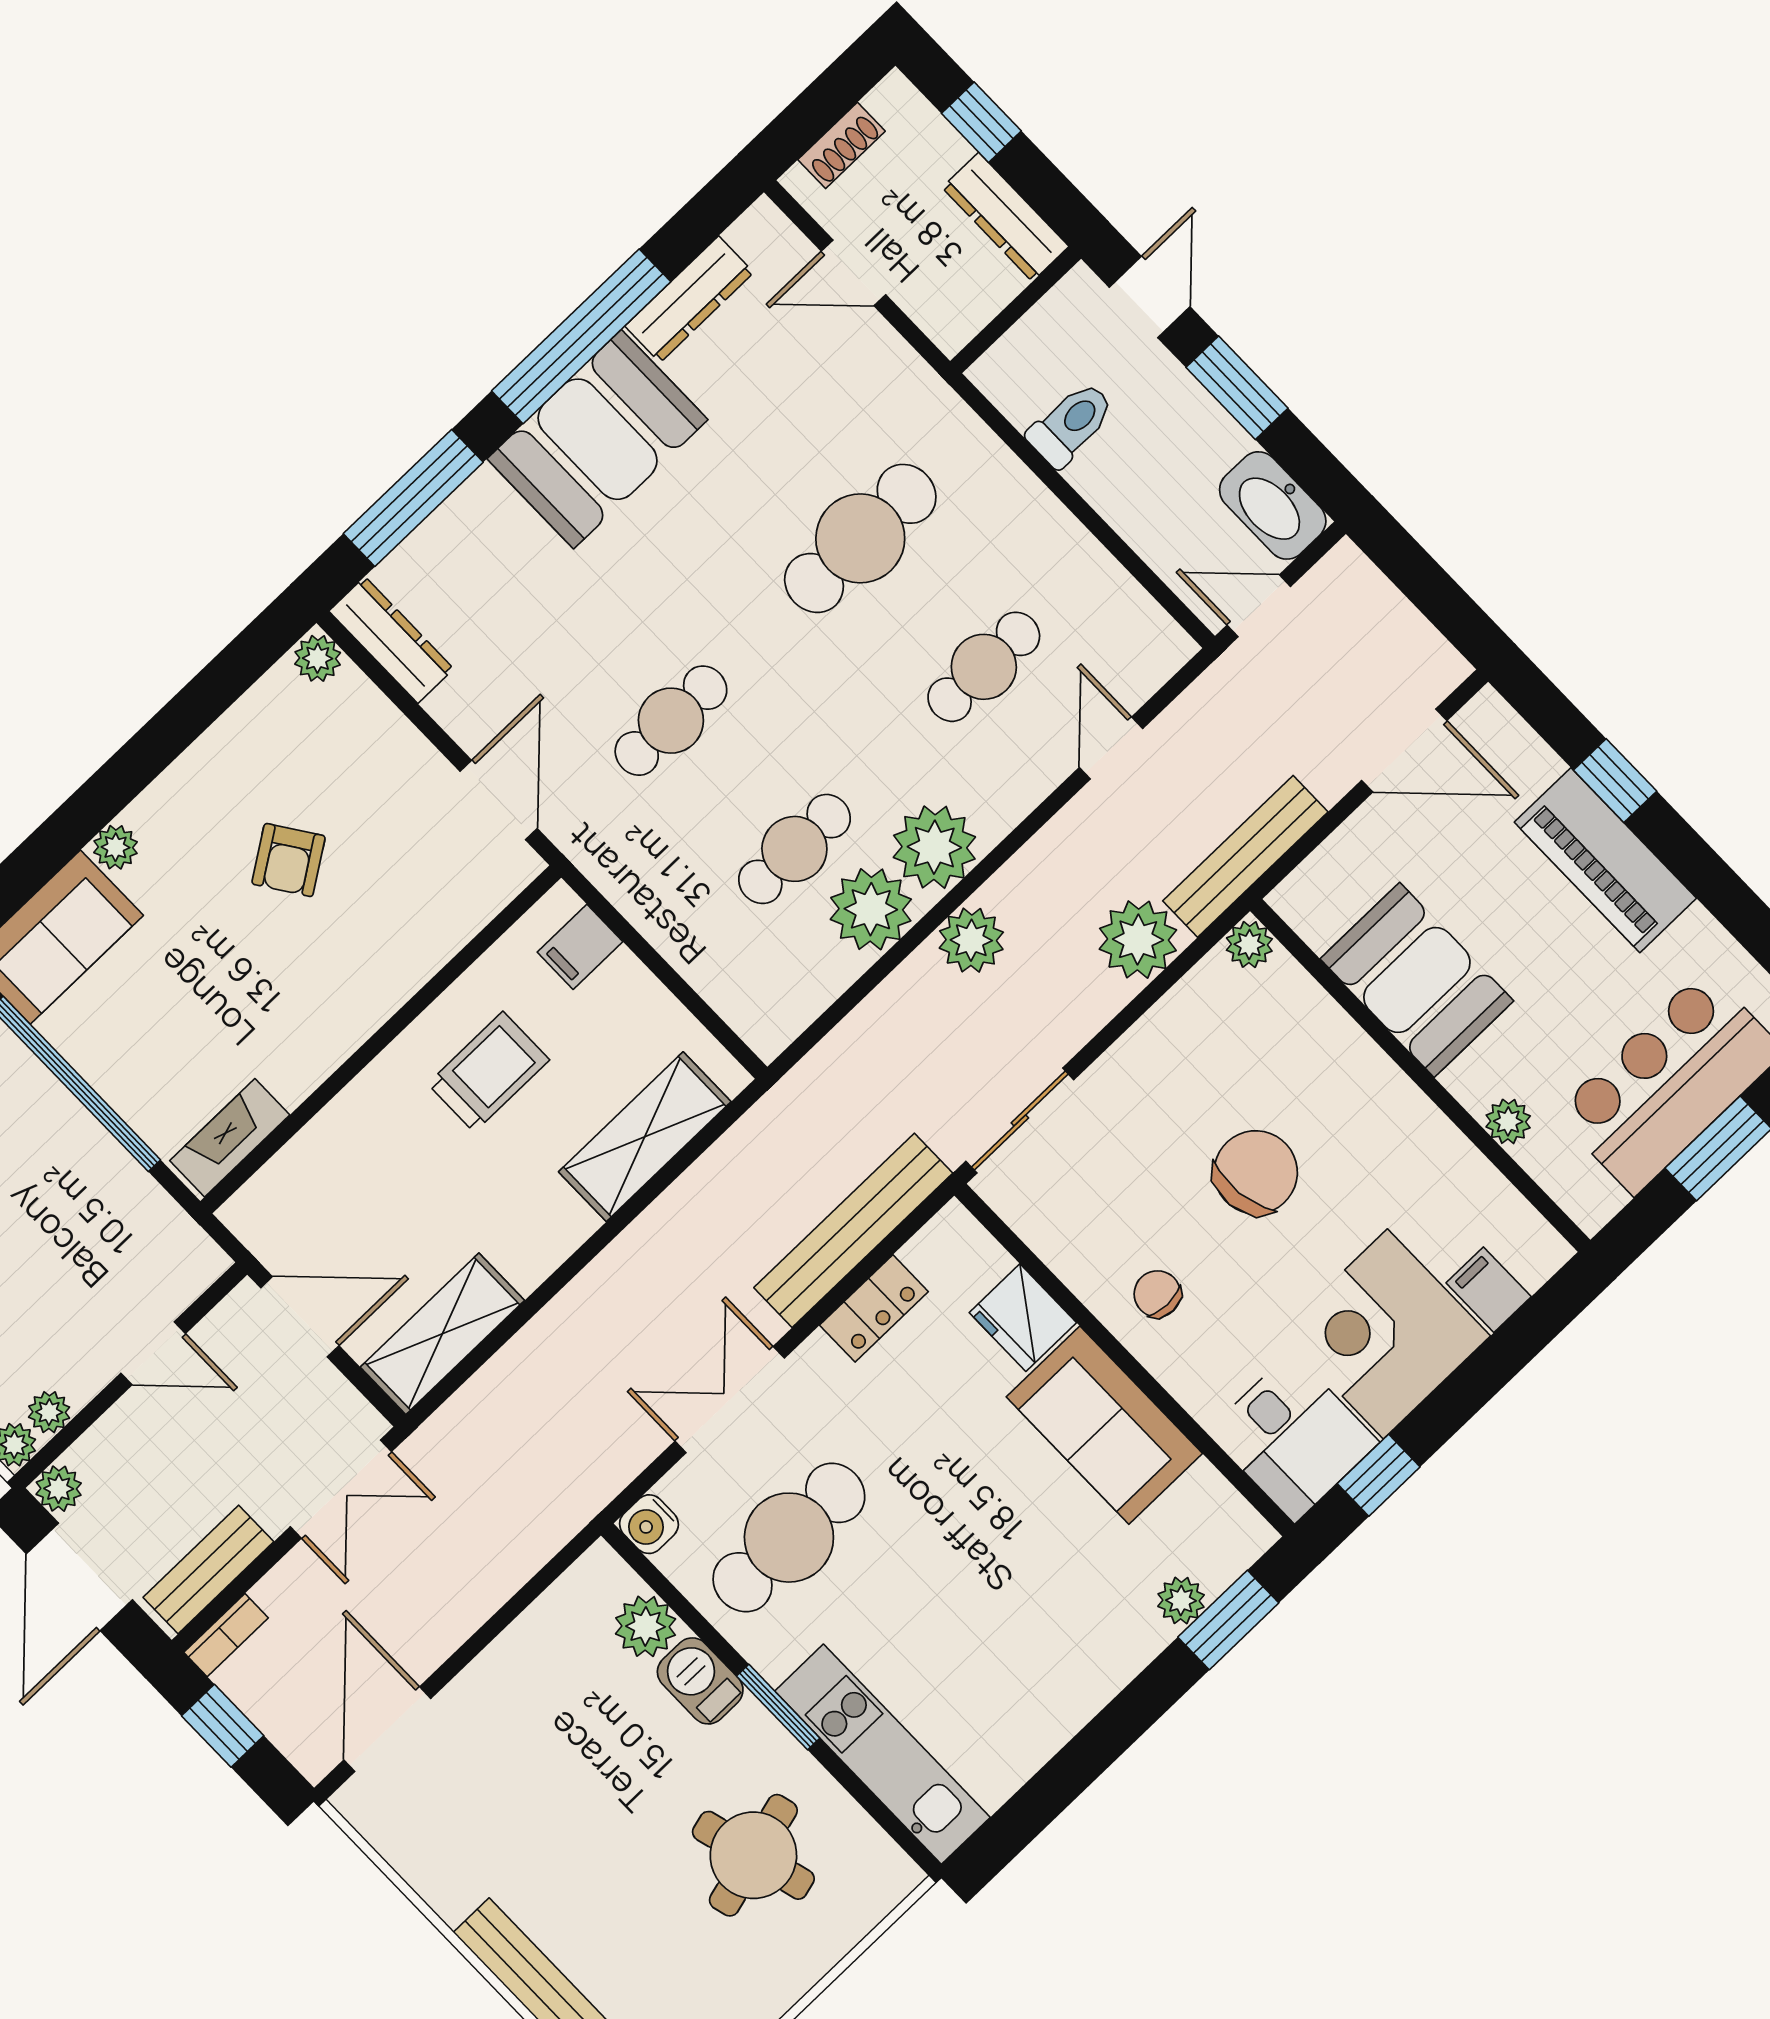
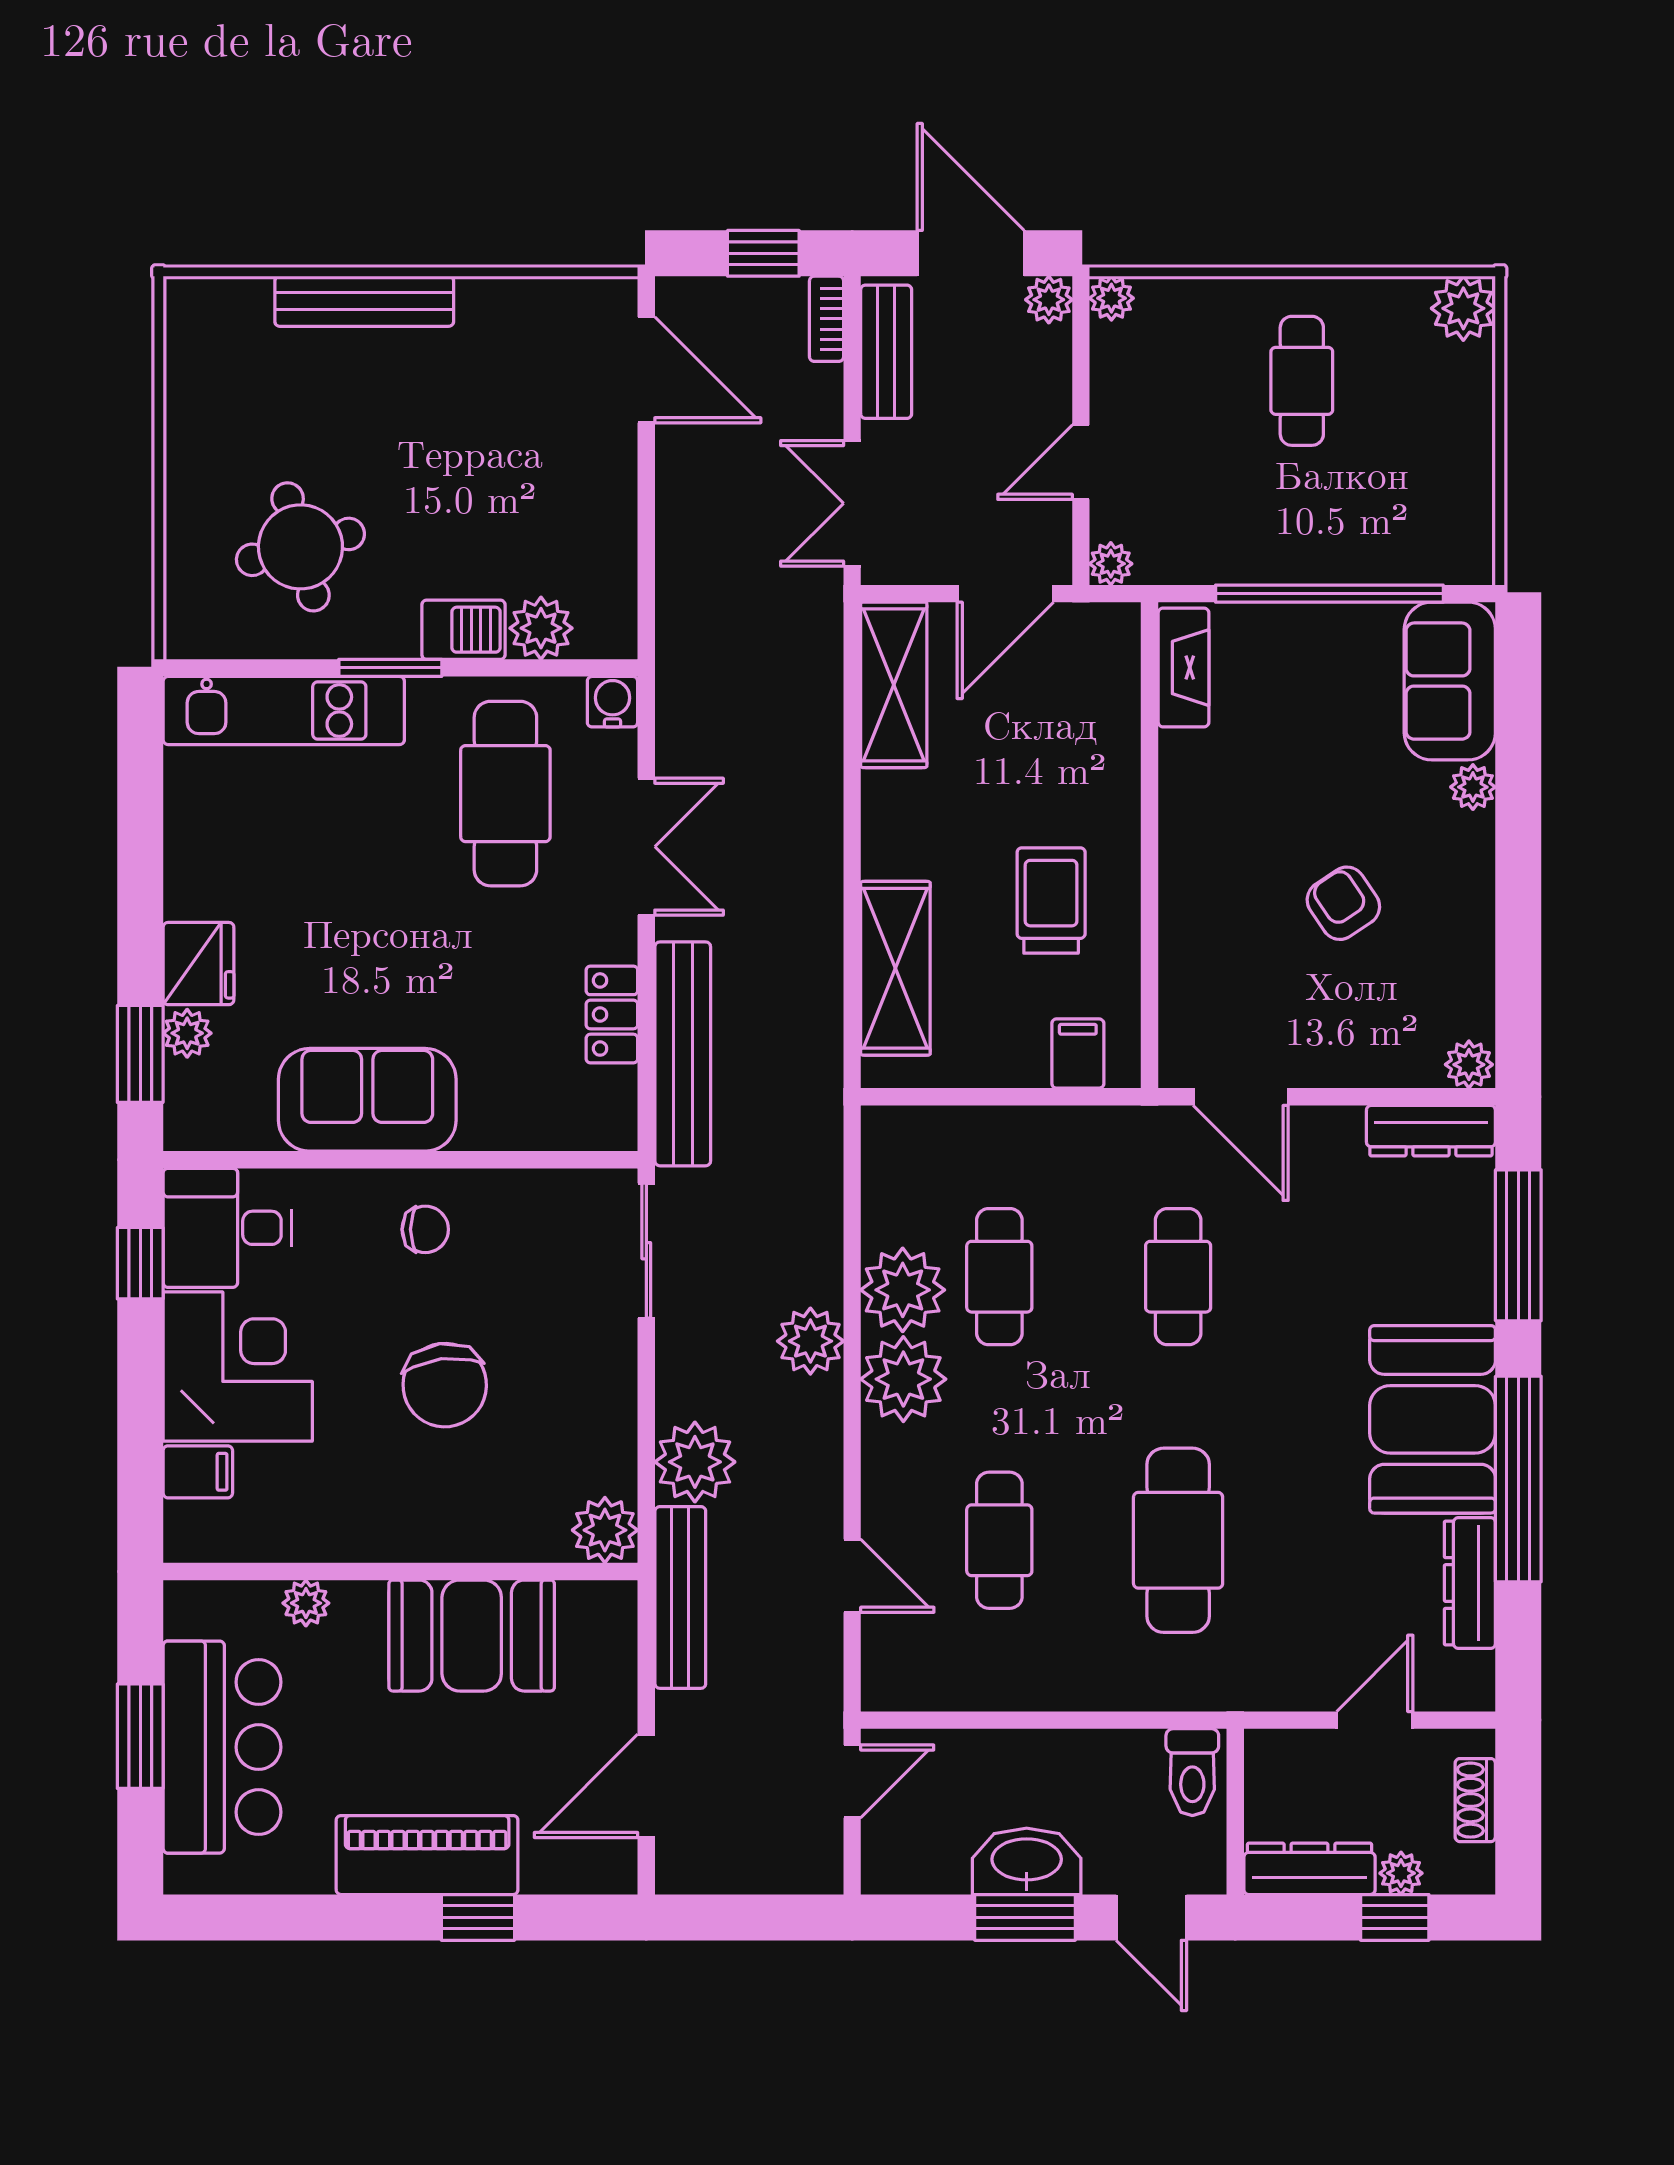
plant: (945, 148) -> (1401, 1873), added
toilet: (1071, 424) -> (1192, 1772), moved
washbasin: (1273, 505) -> (1027, 1861), moved
plant: (1249, 945) -> (605, 1530), width x1.38, depth x1.38
trolley: (489, 1072) -> (1051, 900), turned 180
fridge: (1023, 1318) -> (198, 964), moved, turned 90
plant: (49, 1412) -> (1111, 564), moved

